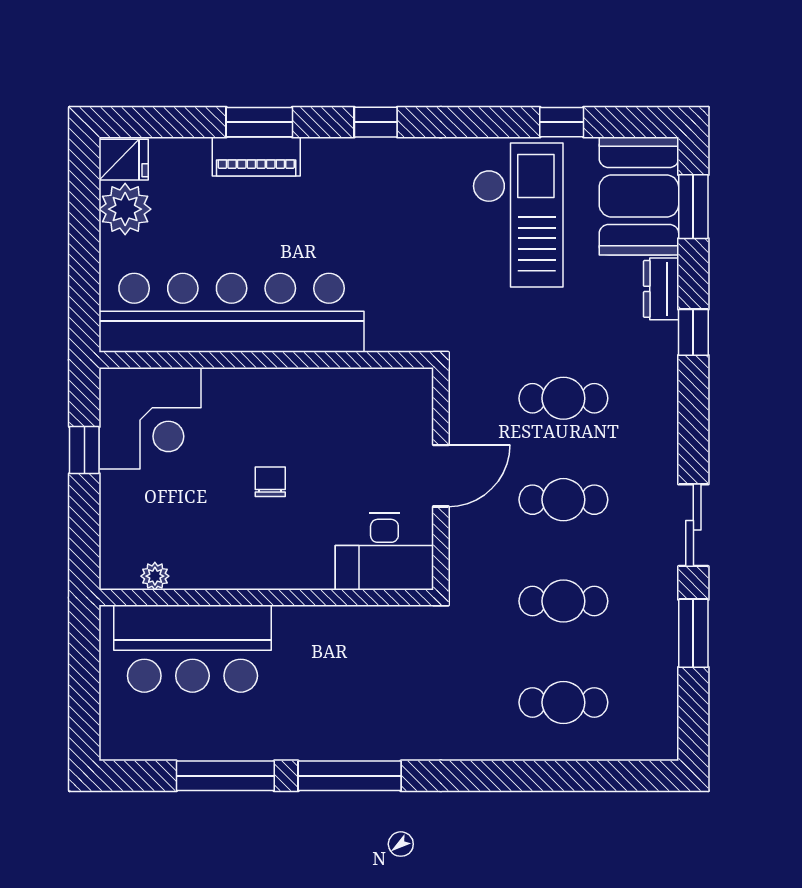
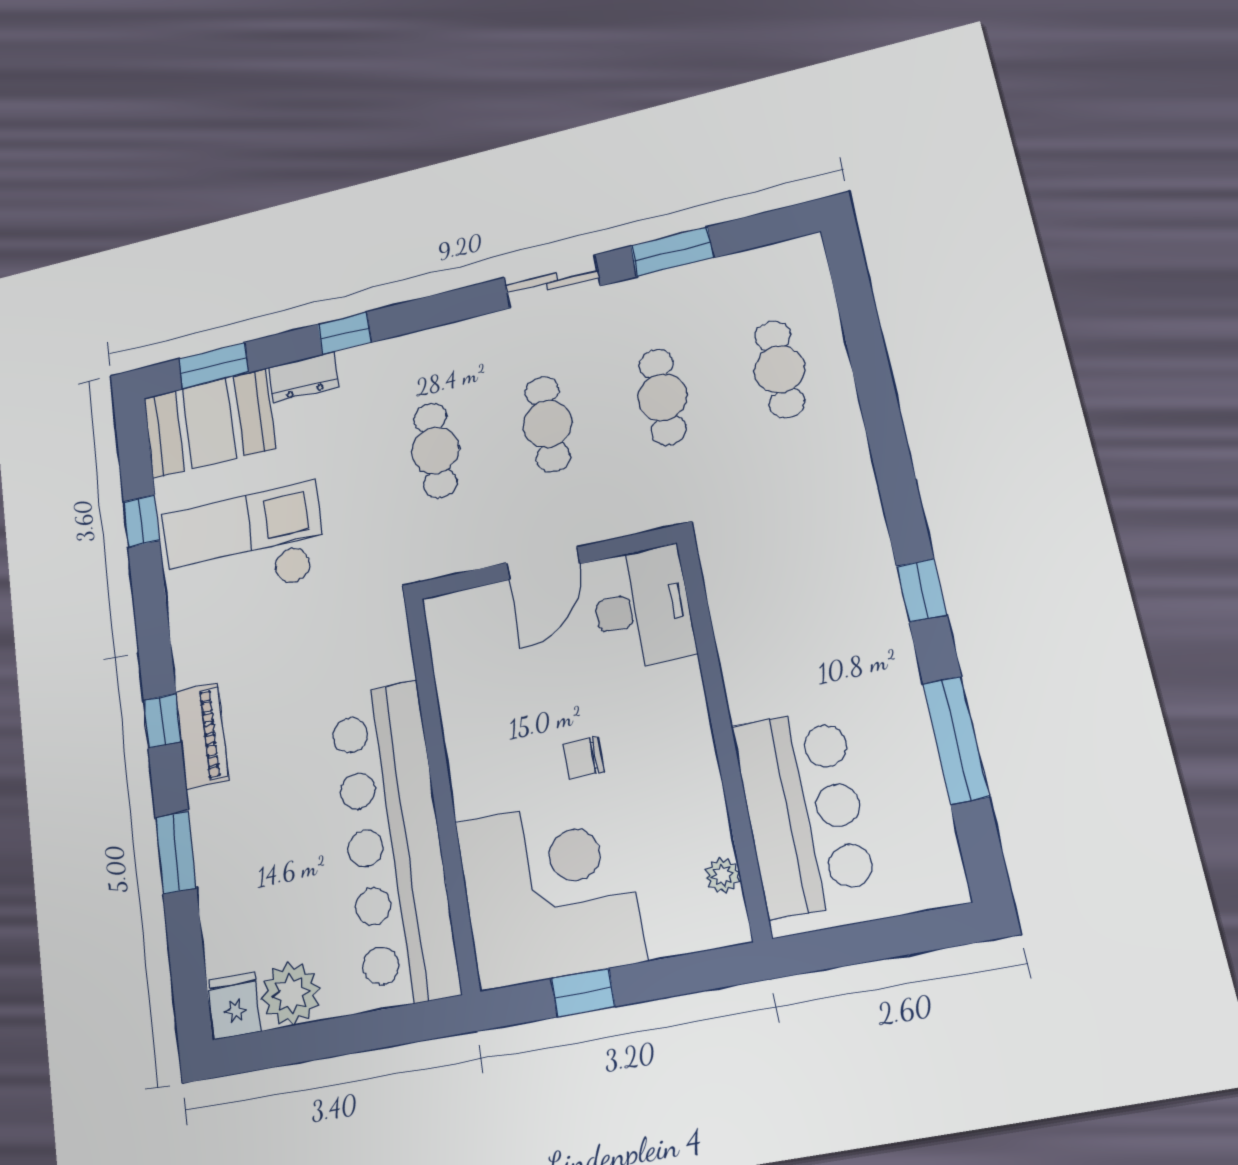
piano: (256, 157) -> (202, 736), moved
corner desk: (150, 418) -> (550, 891), width x1.36, depth x1.36
door: (441, 476) -> (543, 563), swing flipped
window: (350, 776) -> (922, 590), width x0.46

